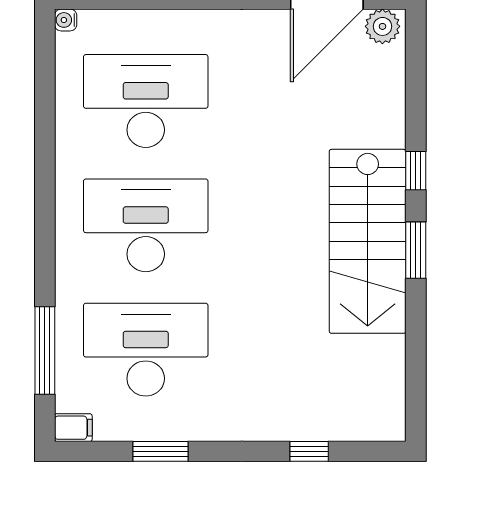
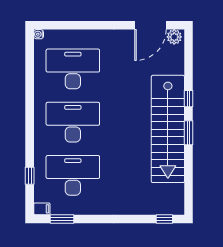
stairs: (368, 241) -> (168, 129), width x1.36
window: (45, 350) -> (30, 176), width x0.46
window: (161, 451) -> (62, 219), moved
window: (309, 451) -> (164, 219), moved

